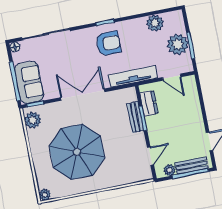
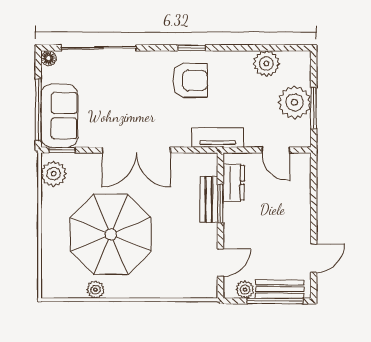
tv unit: (133, 76) -> (218, 137), width x0.71
double door: (83, 95) -> (136, 150), swing flipped
plant: (45, 195) -> (96, 290), moved

